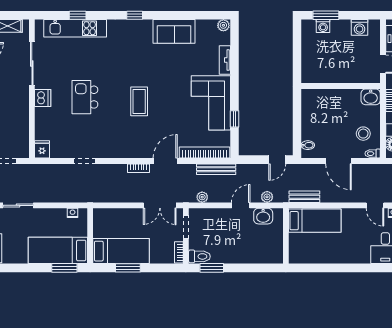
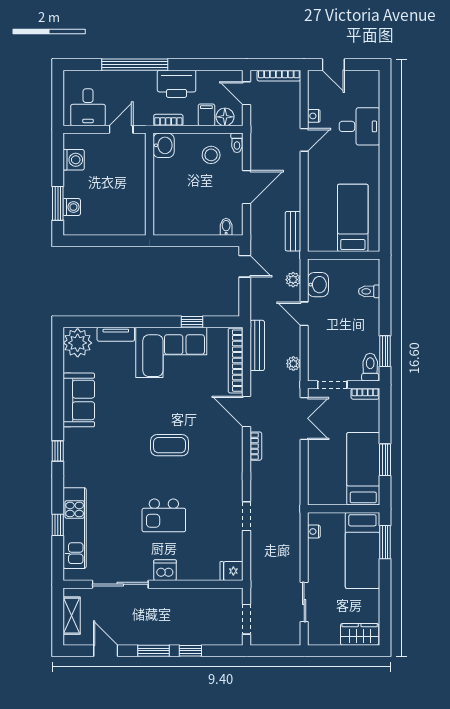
plant: (223, 25) -> (78, 343), width x1.87, depth x1.87
bed: (315, 221) -> (353, 218), moved
toilet: (258, 256) -> (369, 291), added

